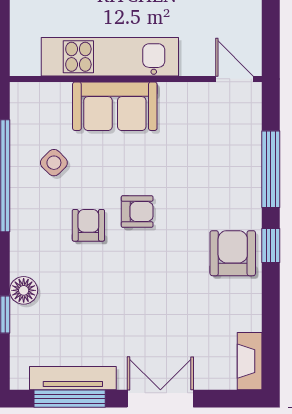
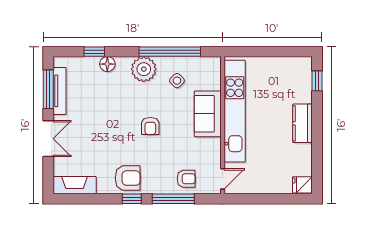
kitchen unit: (110, 57) -> (235, 111), width x1.36
plant: (33, 224) -> (144, 69), added
armchair: (88, 225) -> (186, 179), moved
fireplace: (250, 361) -> (75, 185), width x1.37, depth x1.32

